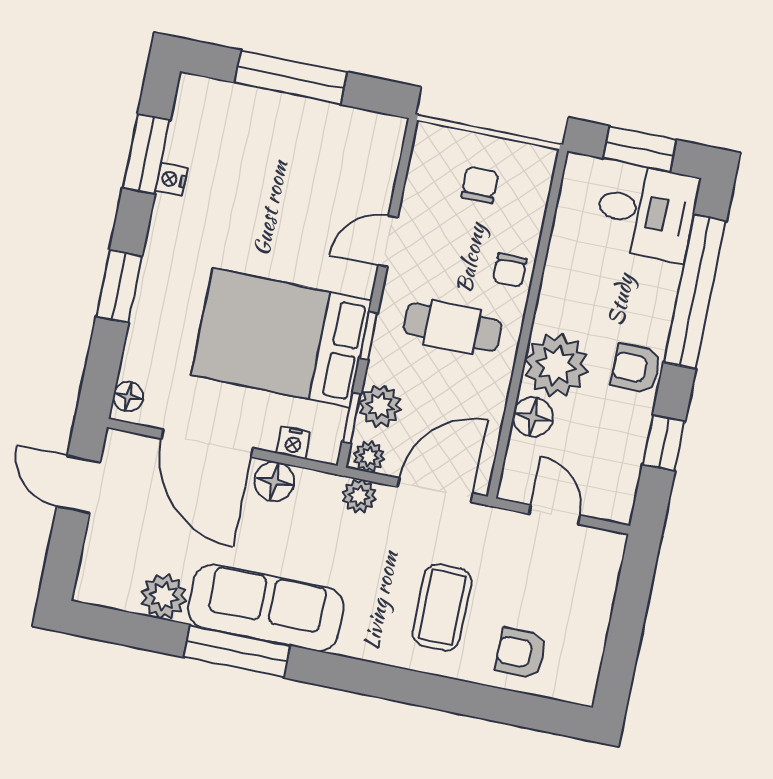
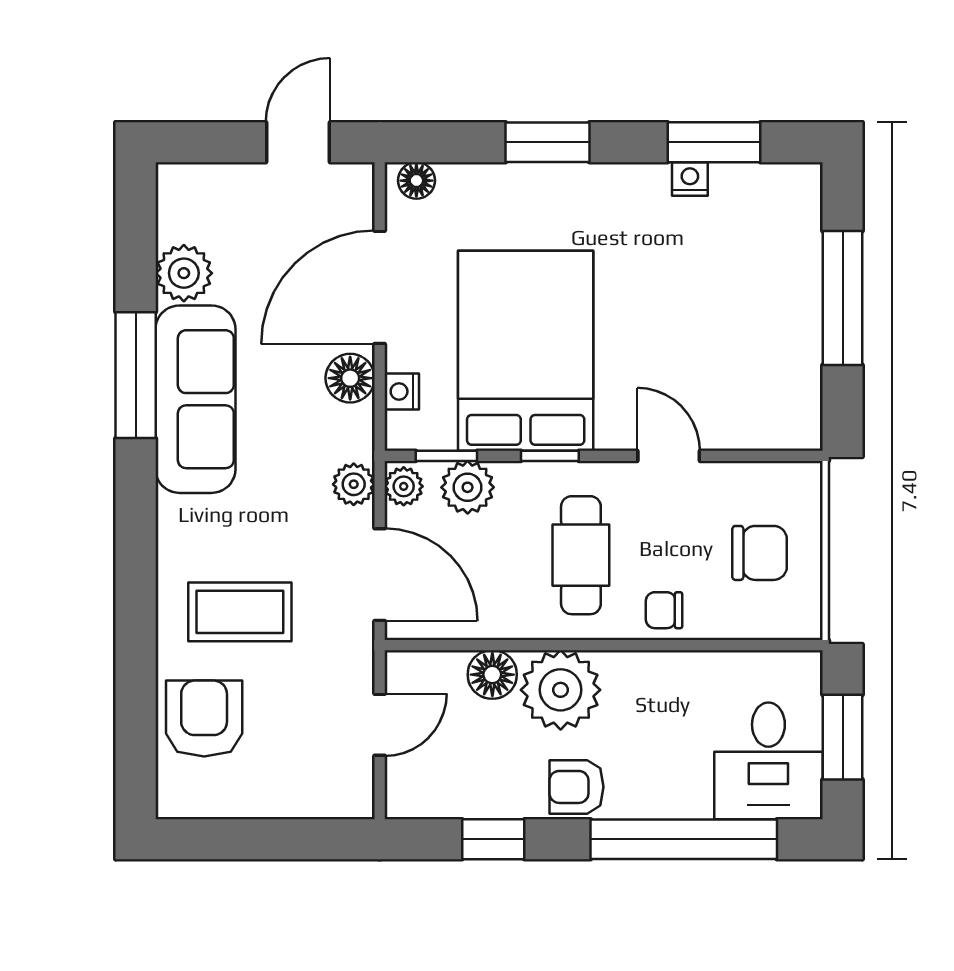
chair: (480, 185) -> (760, 553), width x1.37, depth x1.37
armchair: (636, 368) -> (576, 787), turned -90
armchair: (521, 653) -> (204, 718), width x1.38, depth x1.38

